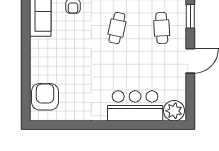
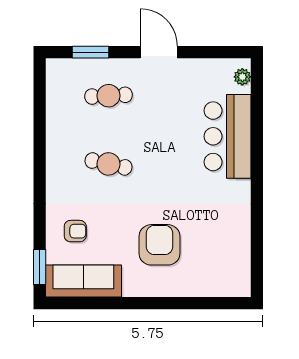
armchair: (45, 97) -> (160, 245), moved, turned 90
plant: (174, 111) -> (242, 77), width x0.53, depth x0.53

